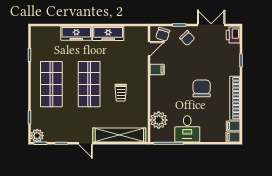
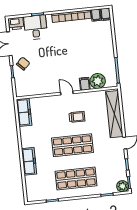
freezer: (108, 33) -> (24, 112), moved
chair: (163, 34) -> (22, 85), removed
door: (149, 49) -> (67, 93), moved
filing cabinet: (157, 70) -> (85, 84), moved
chair: (202, 88) -> (66, 46), removed
desk: (187, 129) -> (36, 27), moved, turned -90

